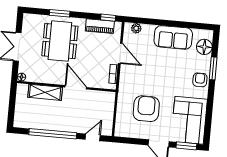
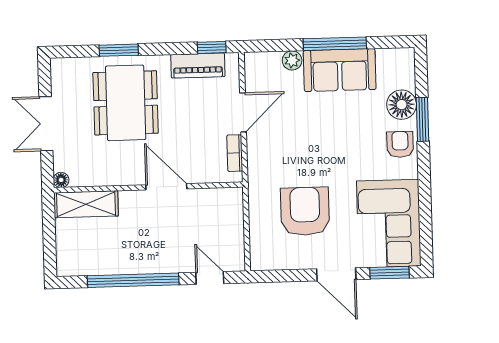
window: (172, 23) -> (335, 44), added
plant: (136, 28) -> (292, 60), moved
floor lamp: (204, 47) -> (402, 105), moved
door: (120, 53) -> (243, 112), hinge flipped
shelving: (45, 92) -> (86, 204), moved
door: (93, 137) -> (210, 278), hinge flipped

